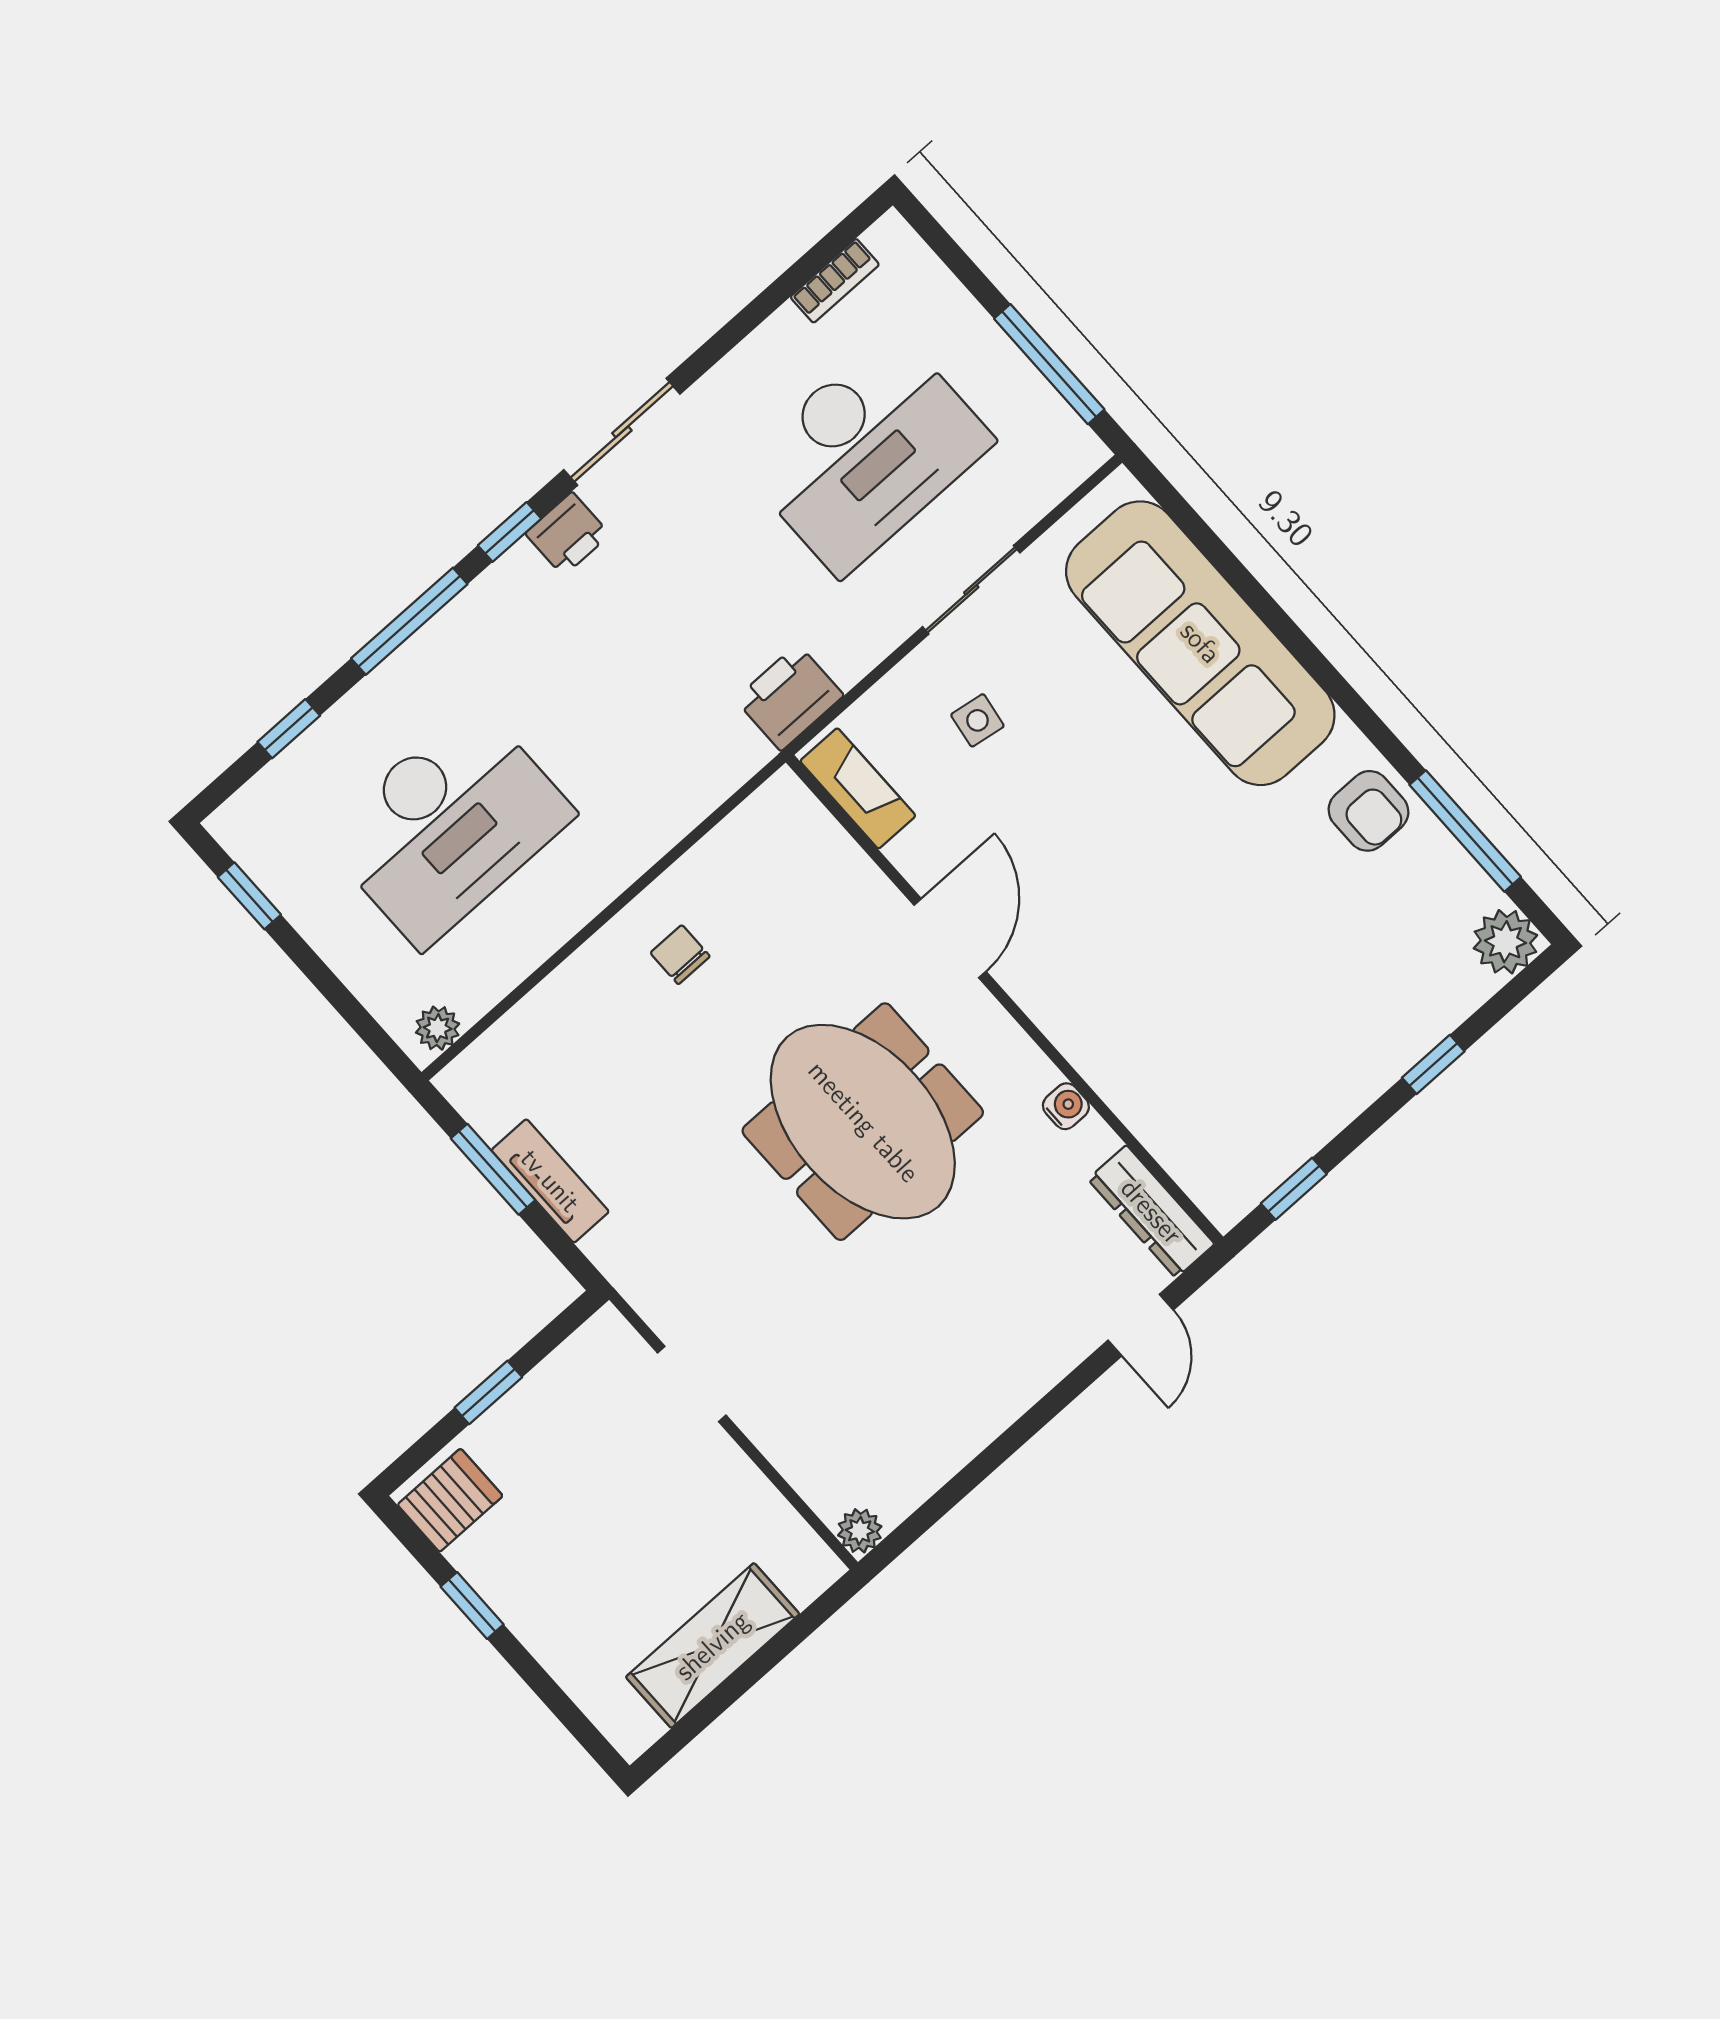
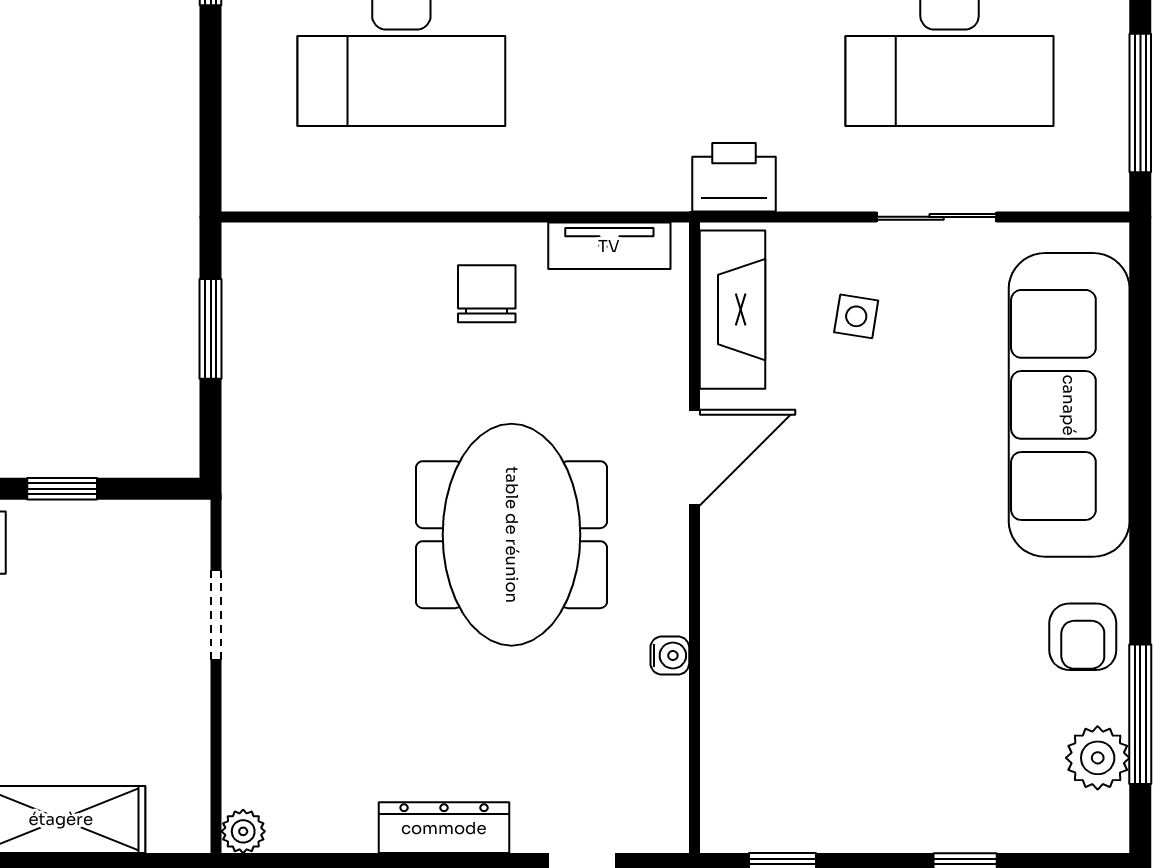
fireplace: (858, 788) -> (733, 310), width x1.37, depth x1.32
plant: (1505, 942) -> (1098, 758), moved
chair: (680, 955) -> (487, 294), width x1.37, depth x1.37
plant: (438, 1028) -> (262, 190), removed
tv unit: (550, 1181) -> (609, 246), moved, turned 90
dresser: (1151, 1212) -> (444, 828), moved, turned 90

